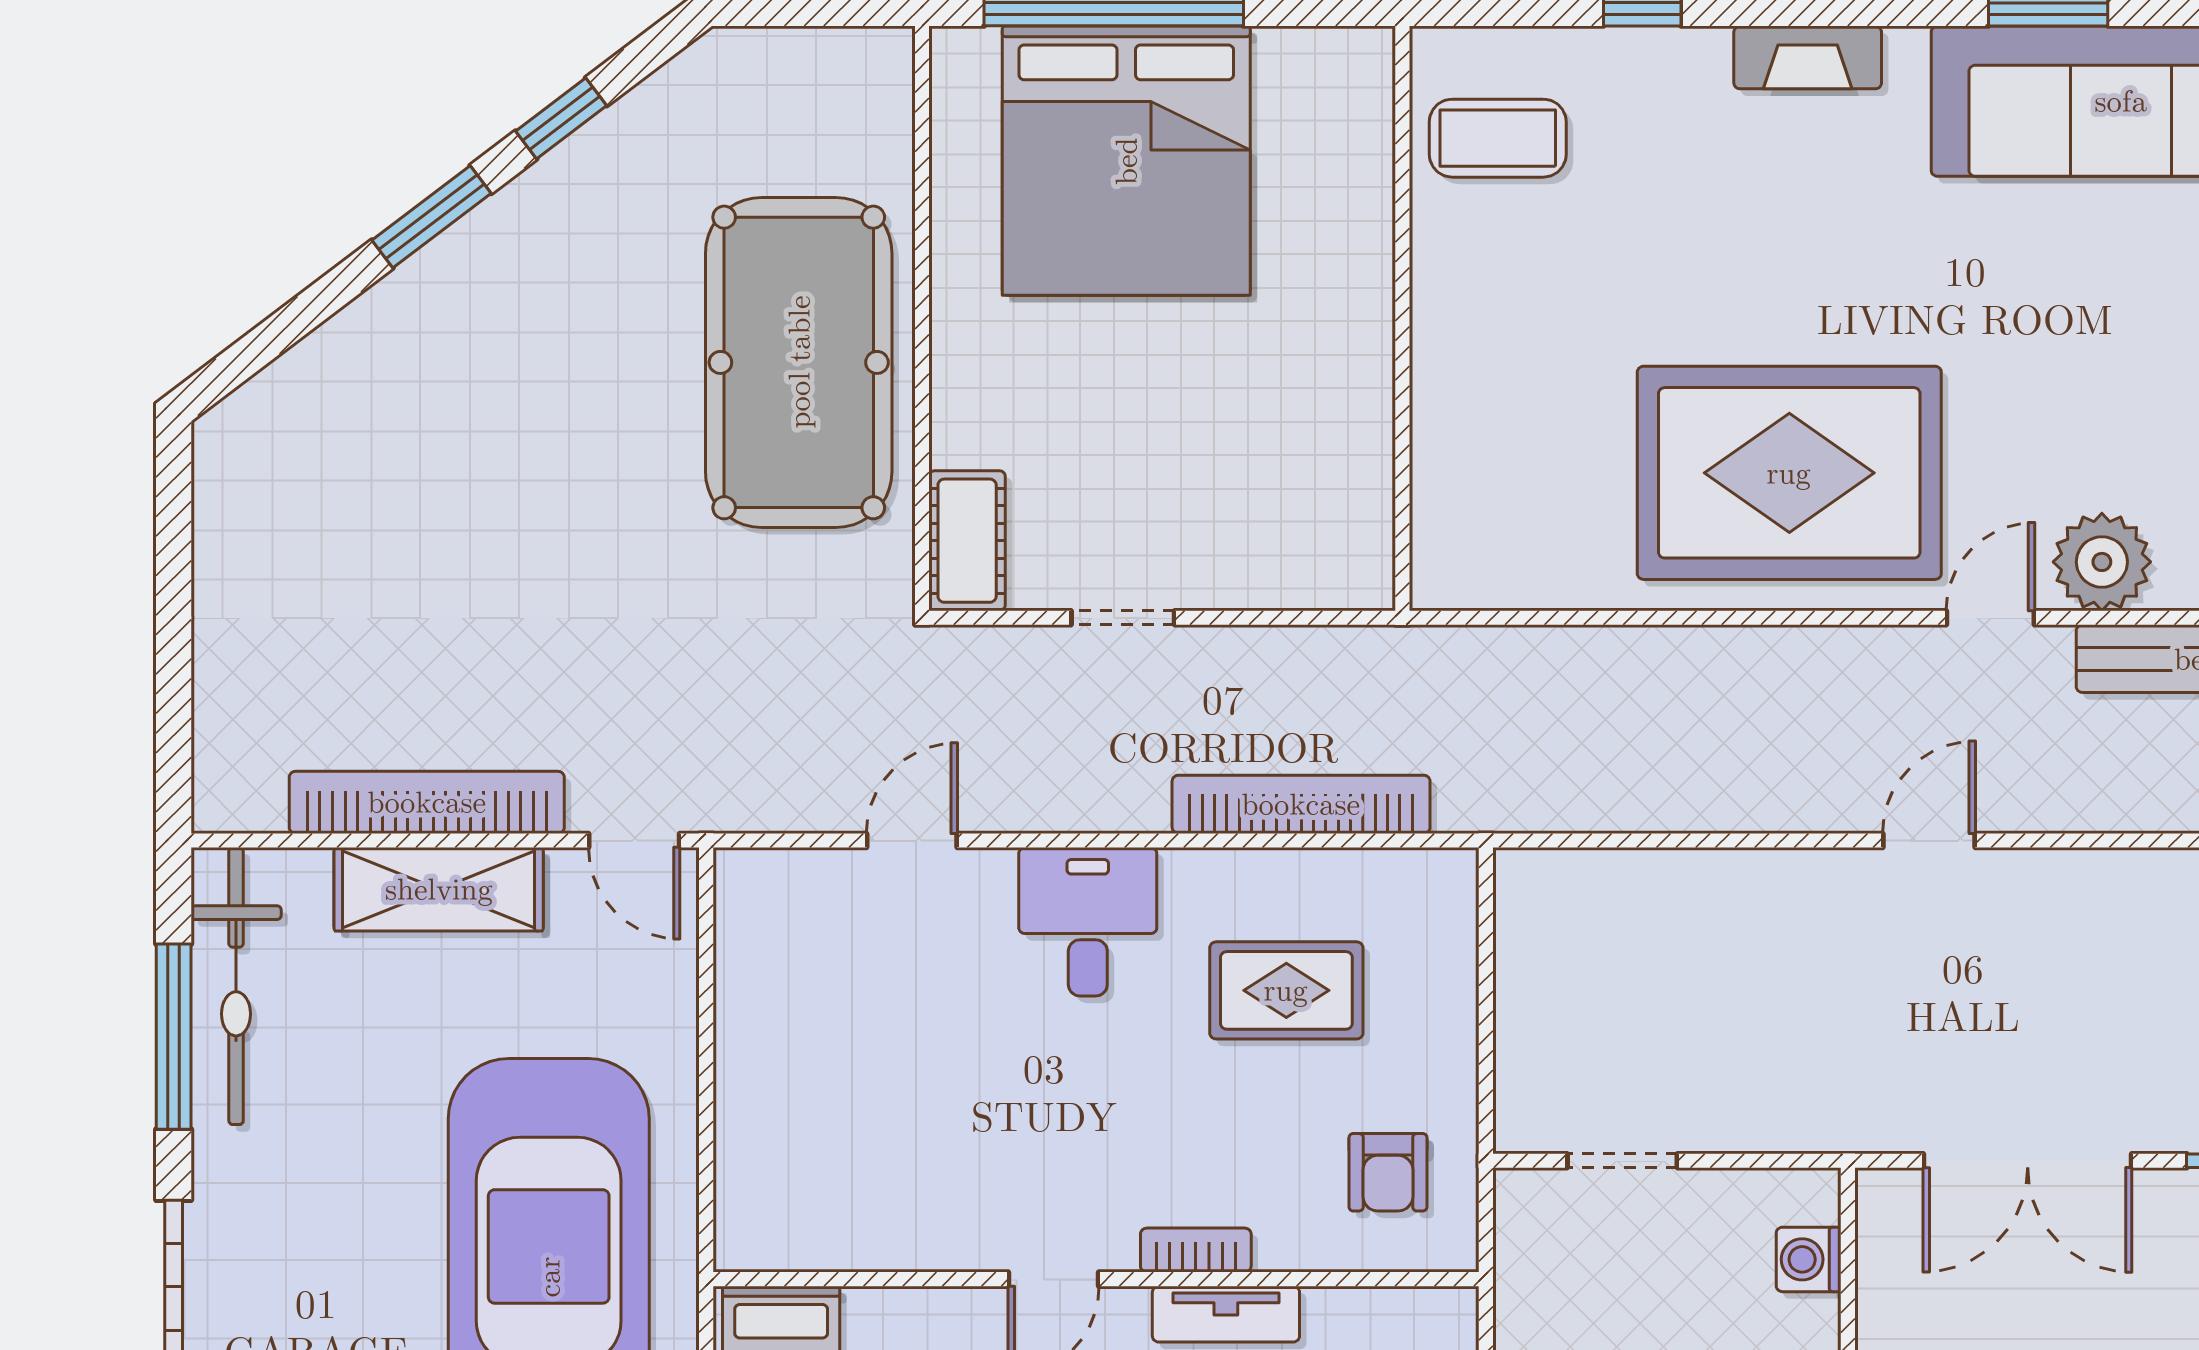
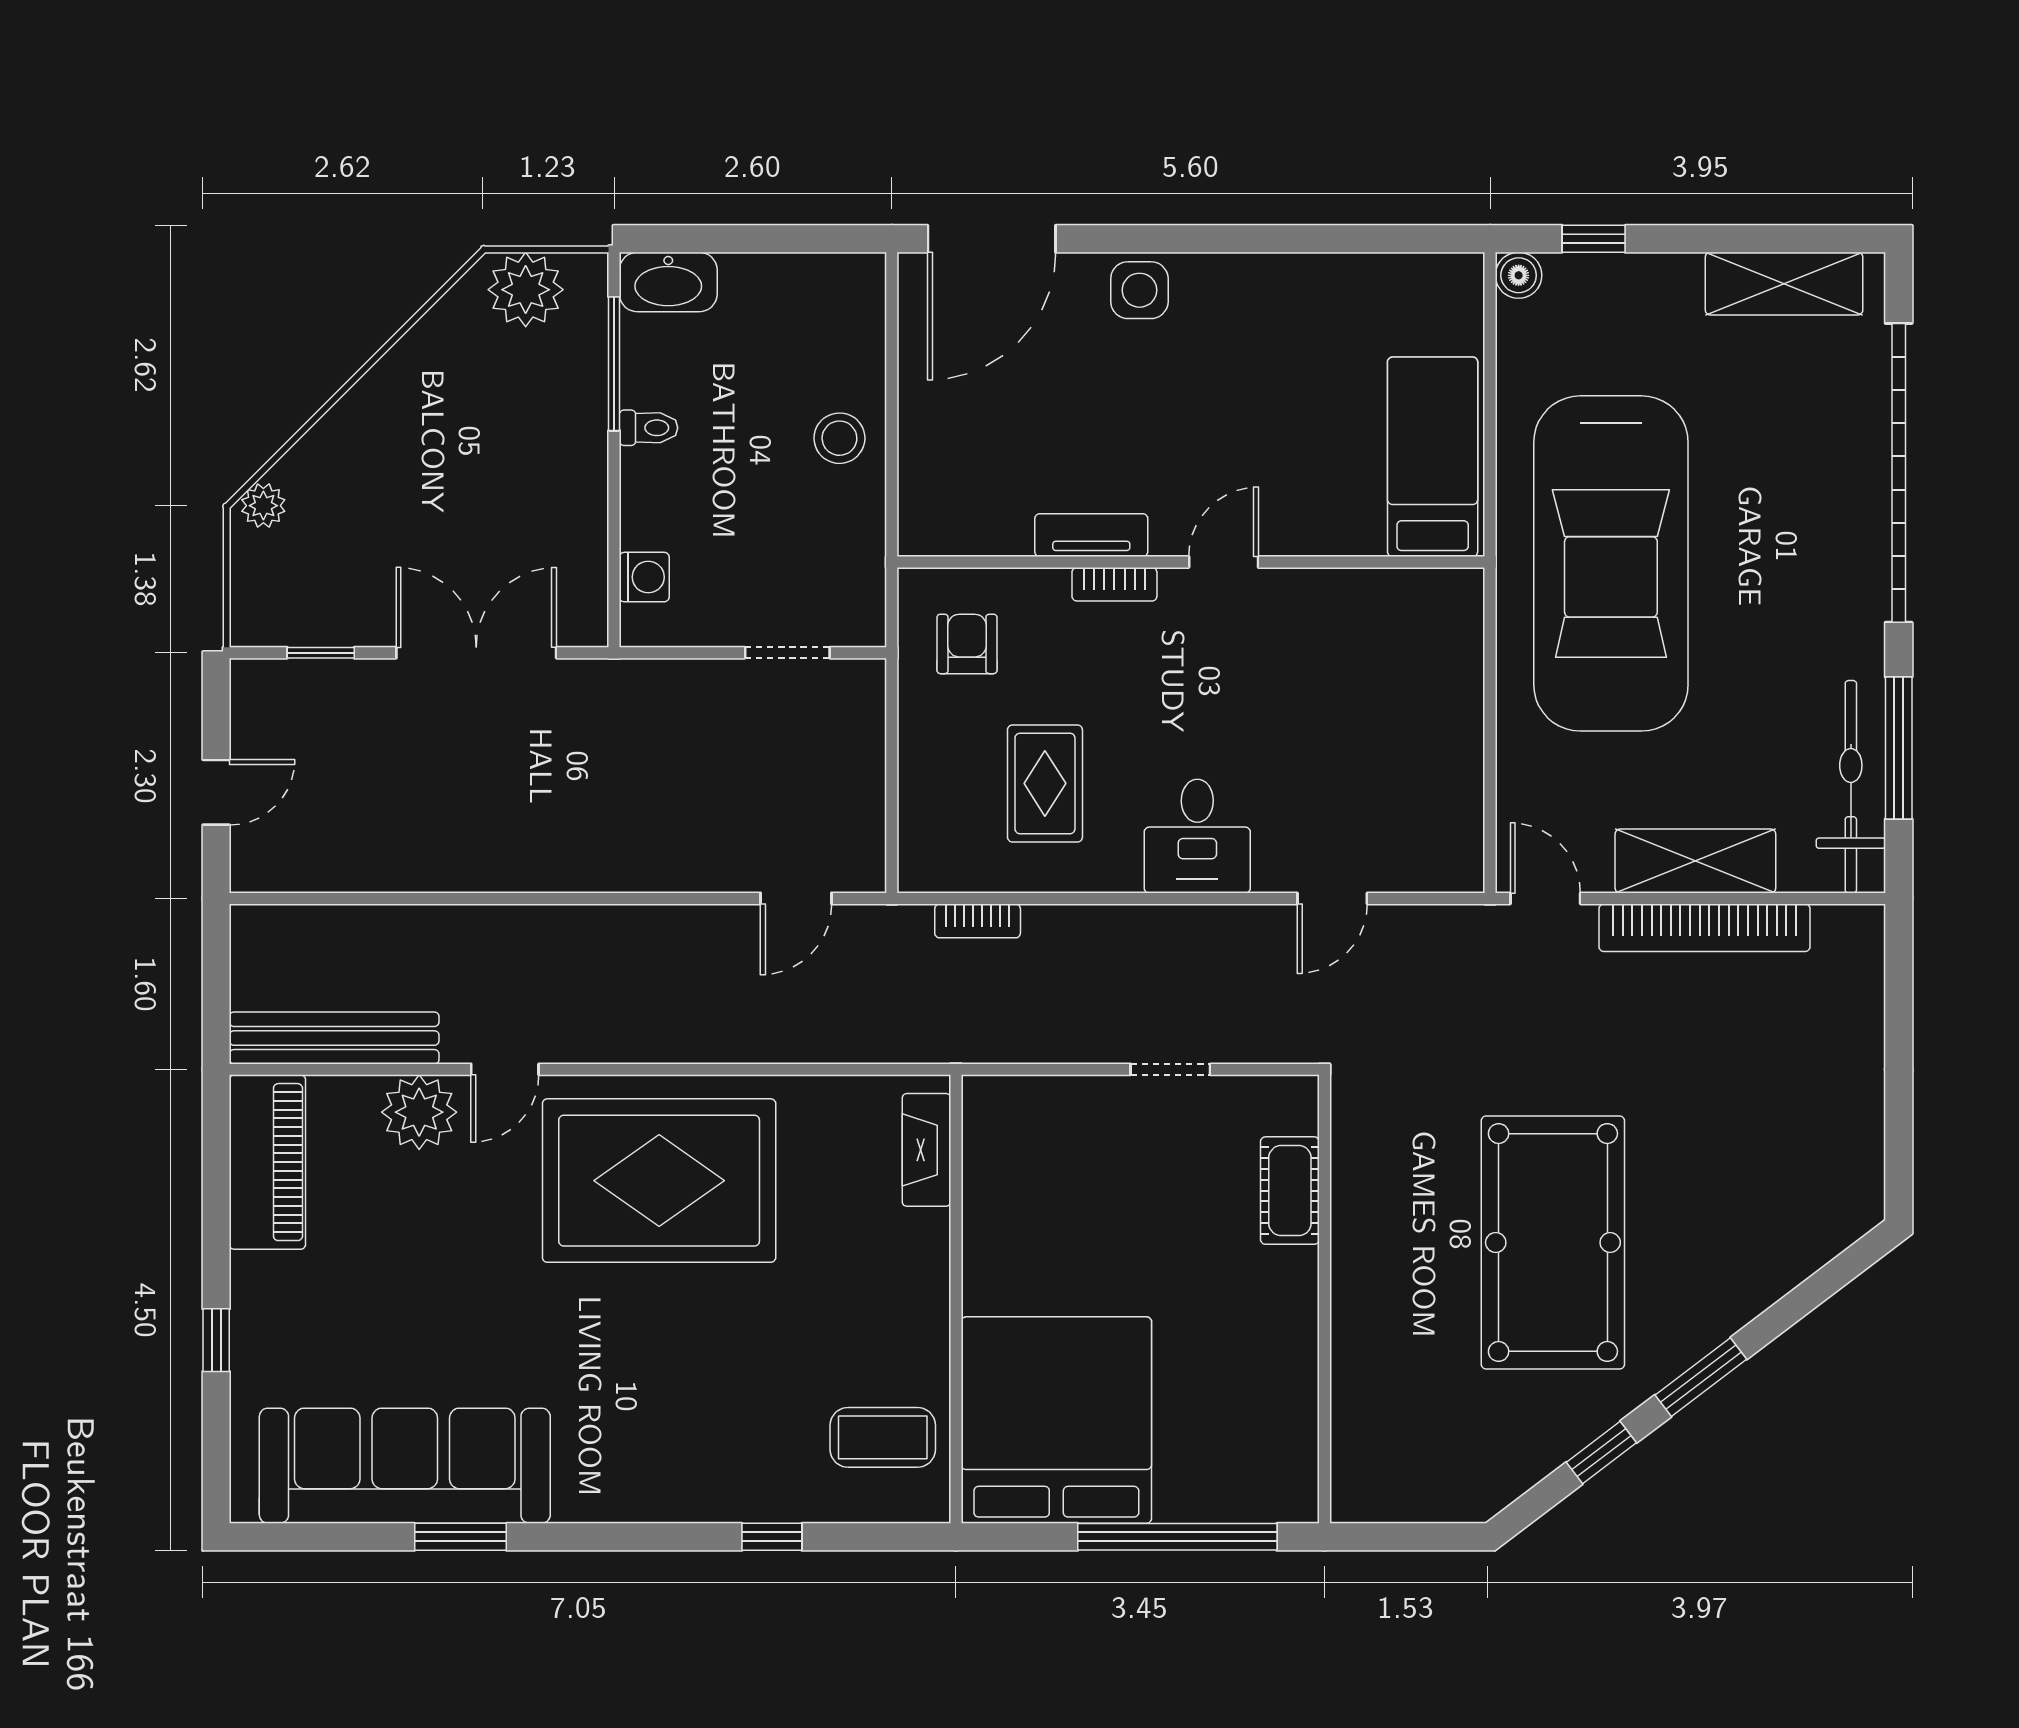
fireplace: (1808, 57) -> (926, 1150), moved, turned -90
bed: (1126, 161) -> (1056, 1420), moved
pool table: (799, 362) -> (1553, 1242), moved
cot: (967, 541) -> (1290, 1191), moved
bookcase: (1301, 804) -> (978, 921), width x0.43, depth x0.76
door: (1929, 841) -> (796, 898), moved
rug: (1286, 990) -> (1045, 783), turned 90

